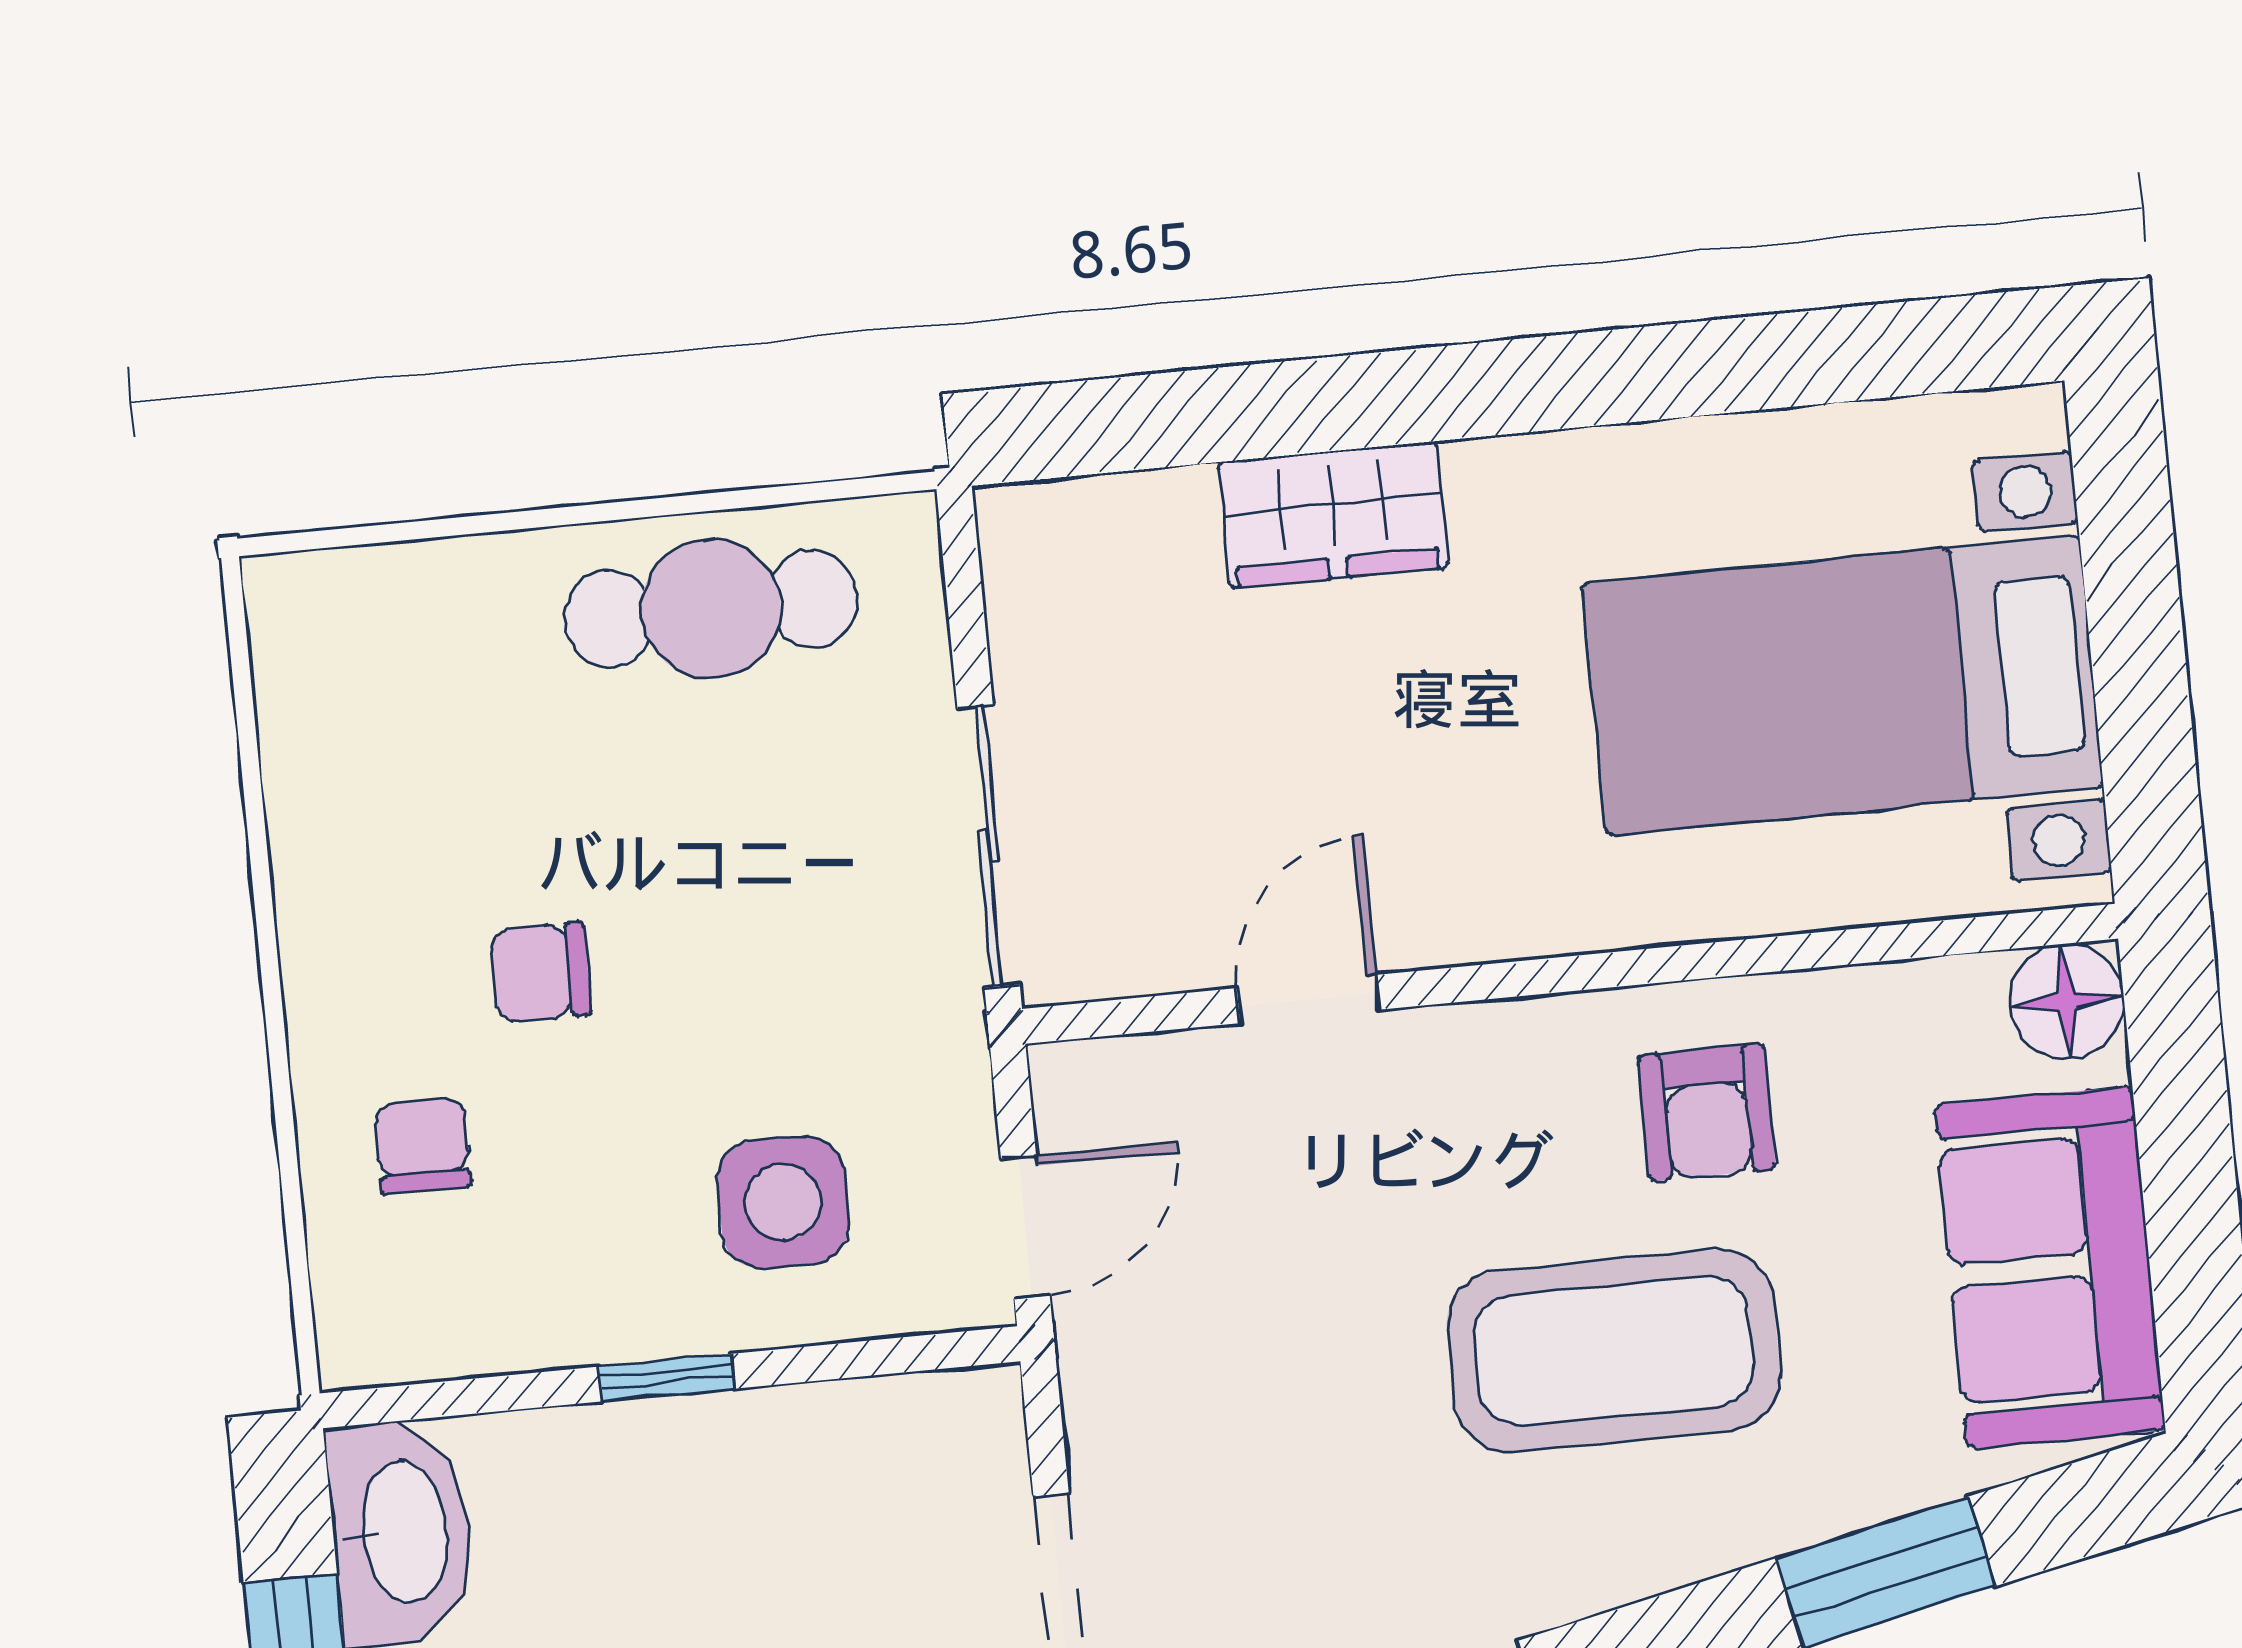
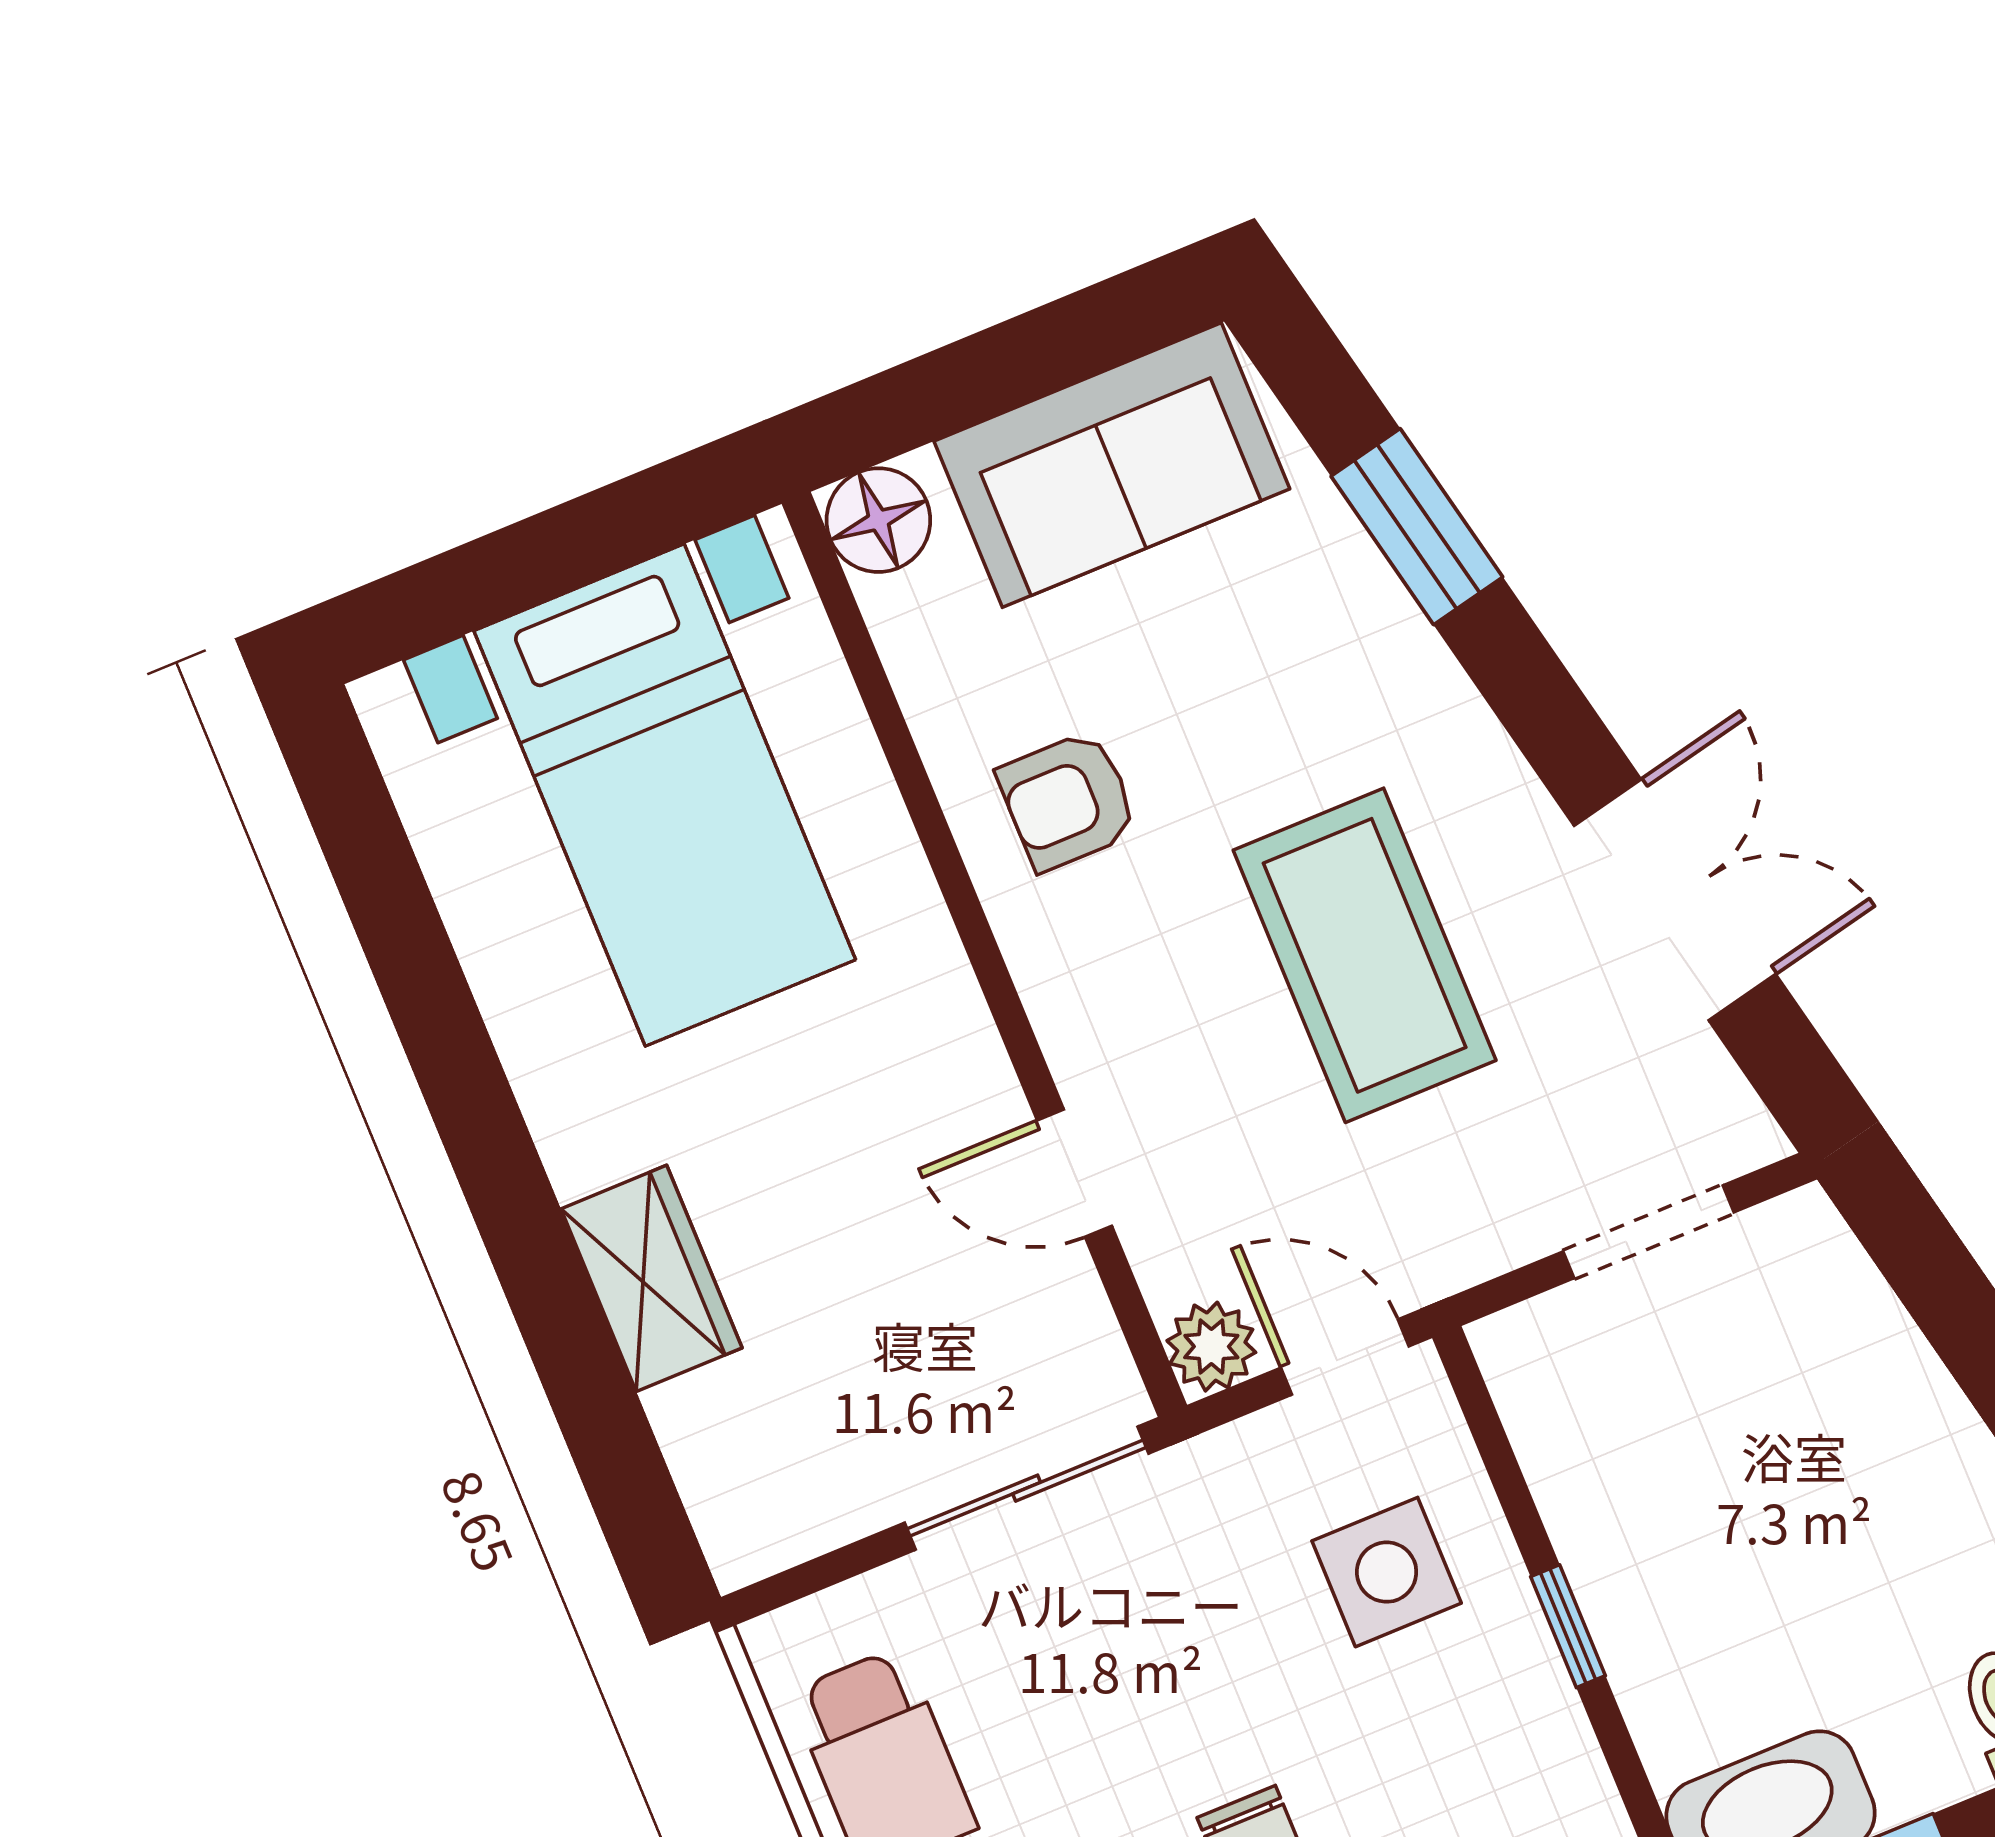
plant: (1080, 1089) -> (1211, 1347), added
armchair: (1707, 1112) -> (1068, 801), turned 180
coffee table: (1613, 1350) -> (1365, 955), moved

